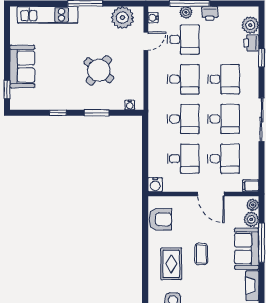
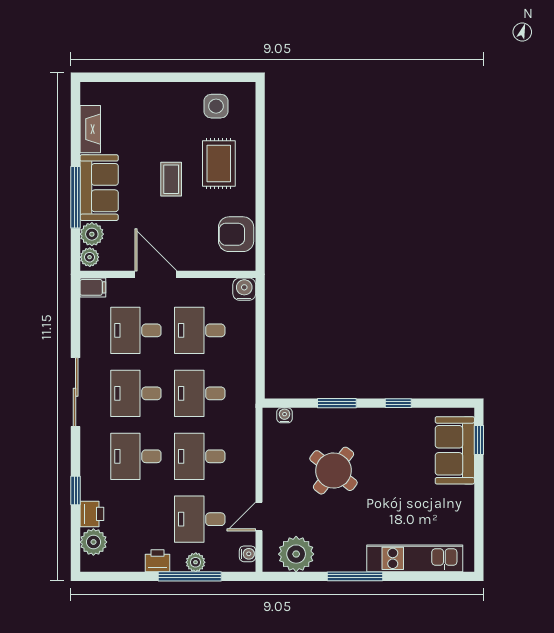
sofa: (22, 67) -> (455, 450), moved

